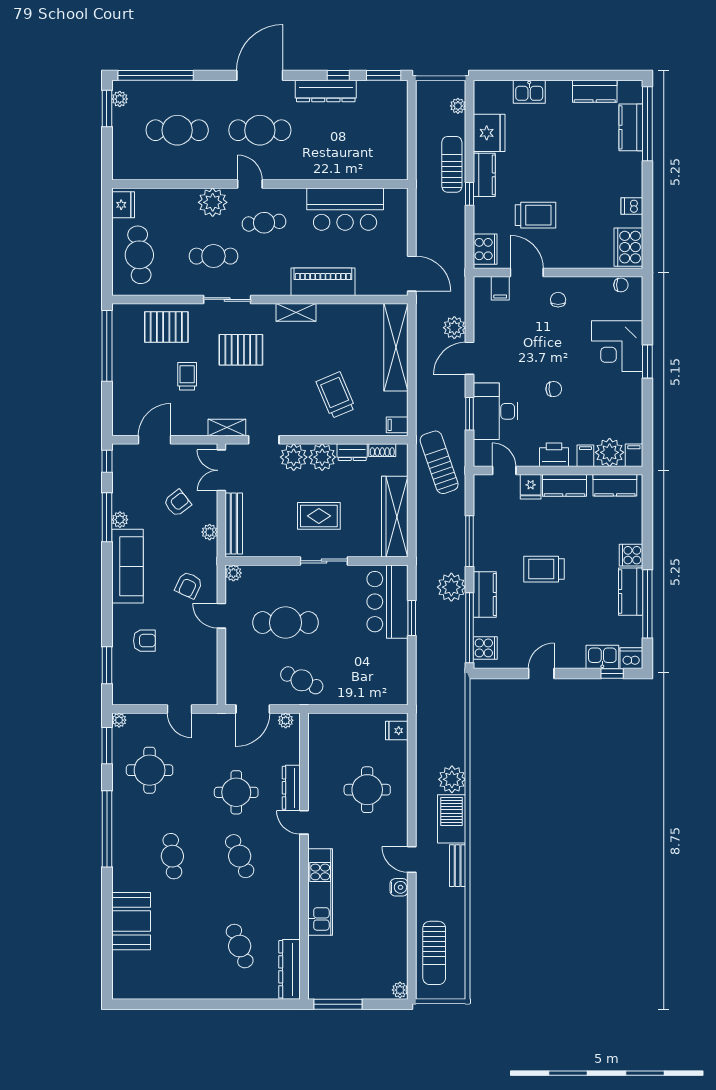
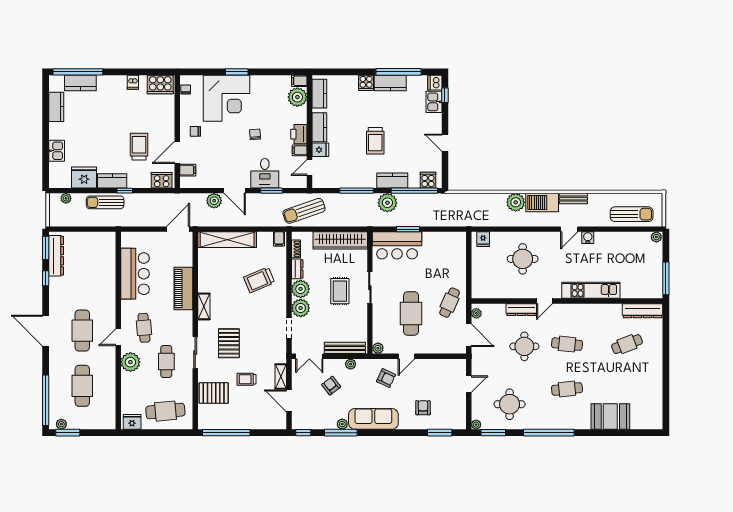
dresser: (326, 91) -> (56, 256), moved
pallet: (166, 327) -> (214, 393), turned 90
corner desk: (617, 346) -> (226, 98), width x1.36, depth x1.36
desk: (496, 411) -> (265, 173), width x0.73
shelving: (227, 428) -> (281, 376), moved
filing cabinet: (585, 456) -> (300, 150), moved
cafe table: (240, 856) -> (567, 344), turned 30

